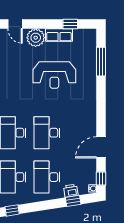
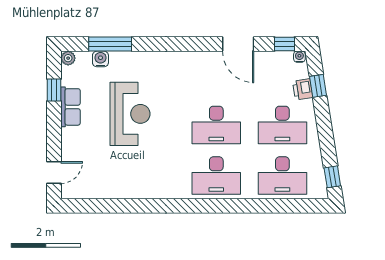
plant: (36, 38) -> (68, 58), moved, width x0.53, depth x0.53
water cooler: (91, 55) -> (100, 59), added

